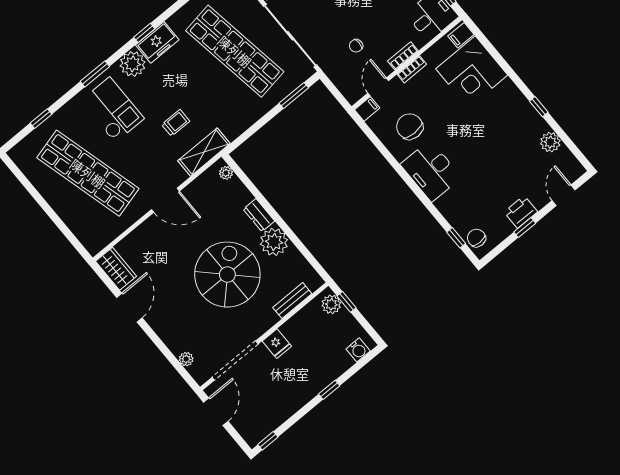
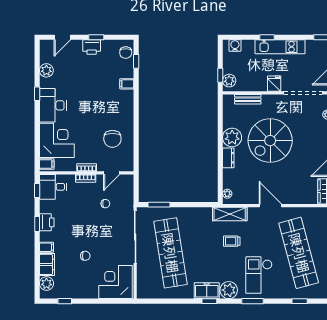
filing cabinet: (367, 109) -> (127, 84), moved
desk: (431, 171) -> (53, 105), moved, turned 180
kitchen unit: (305, 391) -> (280, 47), added

